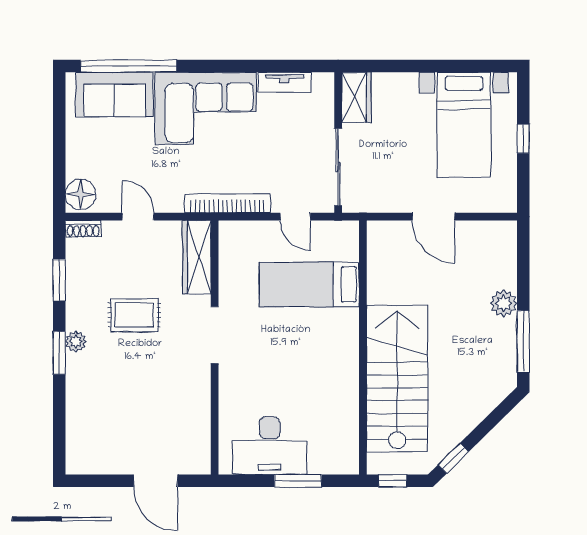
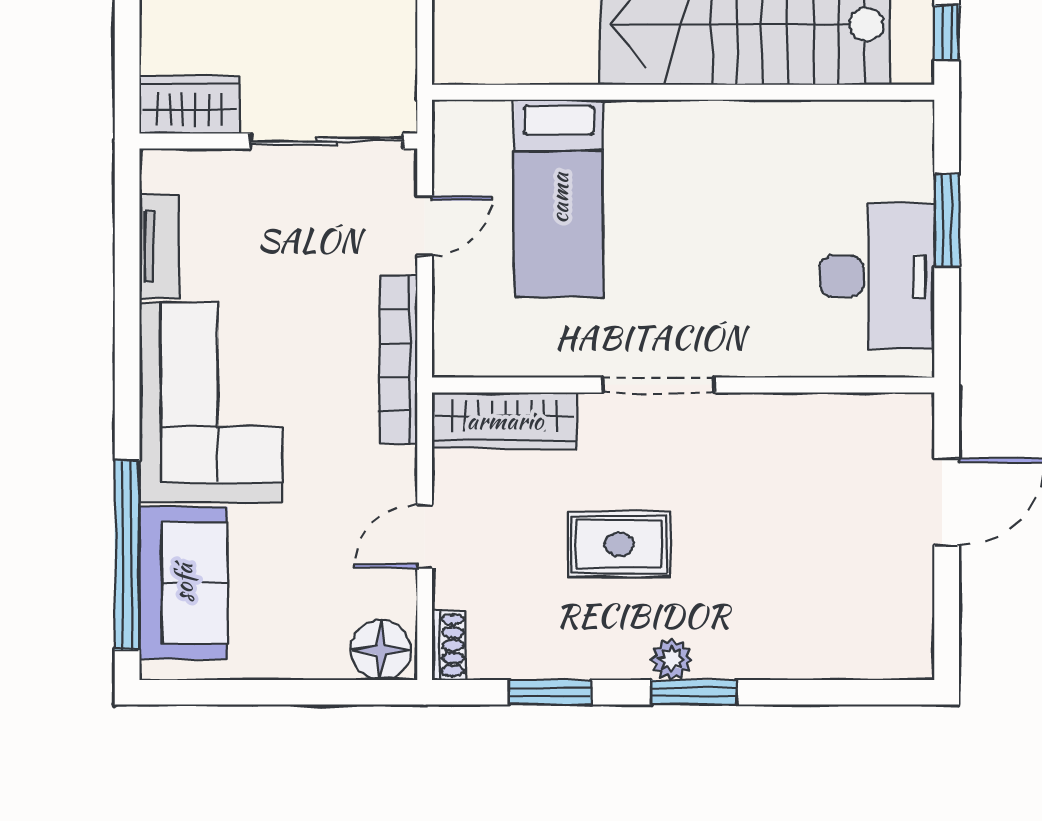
rug: (134, 315) -> (619, 544), turned 90

